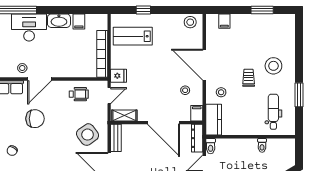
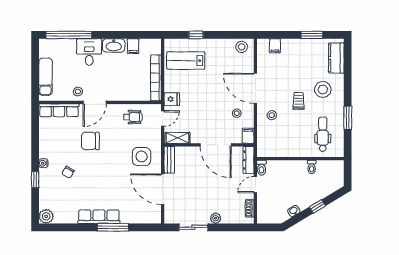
desk: (29, 27) -> (89, 52), width x0.73
chair: (35, 119) -> (90, 141), turned 180
kitchen counter: (214, 120) -> (336, 58), moved, turned 180
side table: (88, 135) -> (142, 156), turned 36

